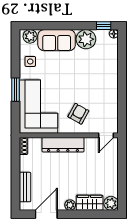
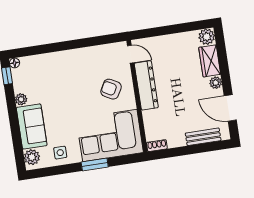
plant: (86, 39) -> (21, 99), width x0.53, depth x0.53
dresser: (63, 145) -> (146, 85), moved

